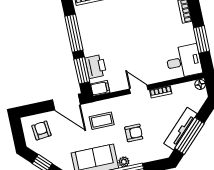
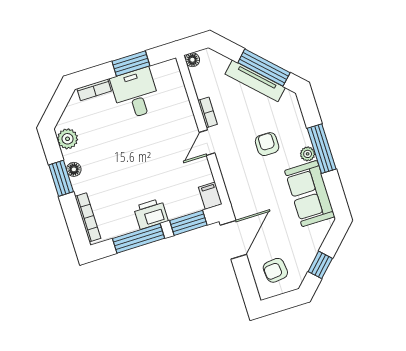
desk: (184, 61) -> (135, 94), moved
printer: (96, 66) -> (151, 214), moved
coffee table: (102, 121) -> (254, 189), removed

